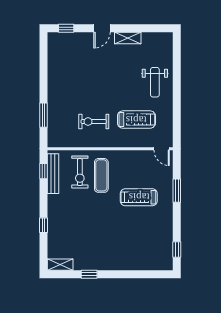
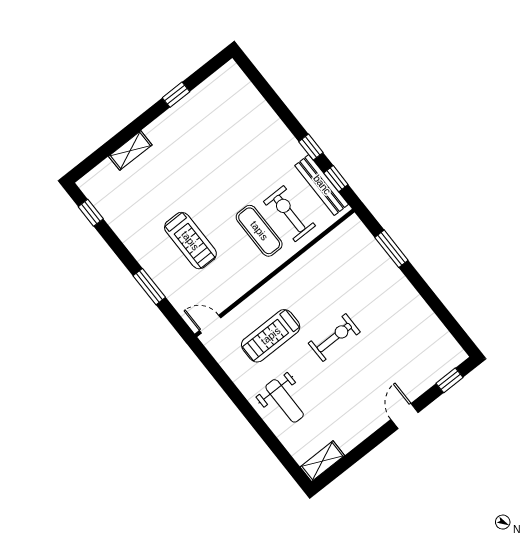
shelving: (128, 38) -> (322, 461), moved
weight bench: (155, 82) -> (285, 401), turned 180
exercise bike: (94, 122) -> (334, 338), moved
treadmill: (139, 197) -> (190, 241), turned 90
window: (44, 225) -> (311, 147), moved
shelving: (60, 265) -> (130, 151), moved

